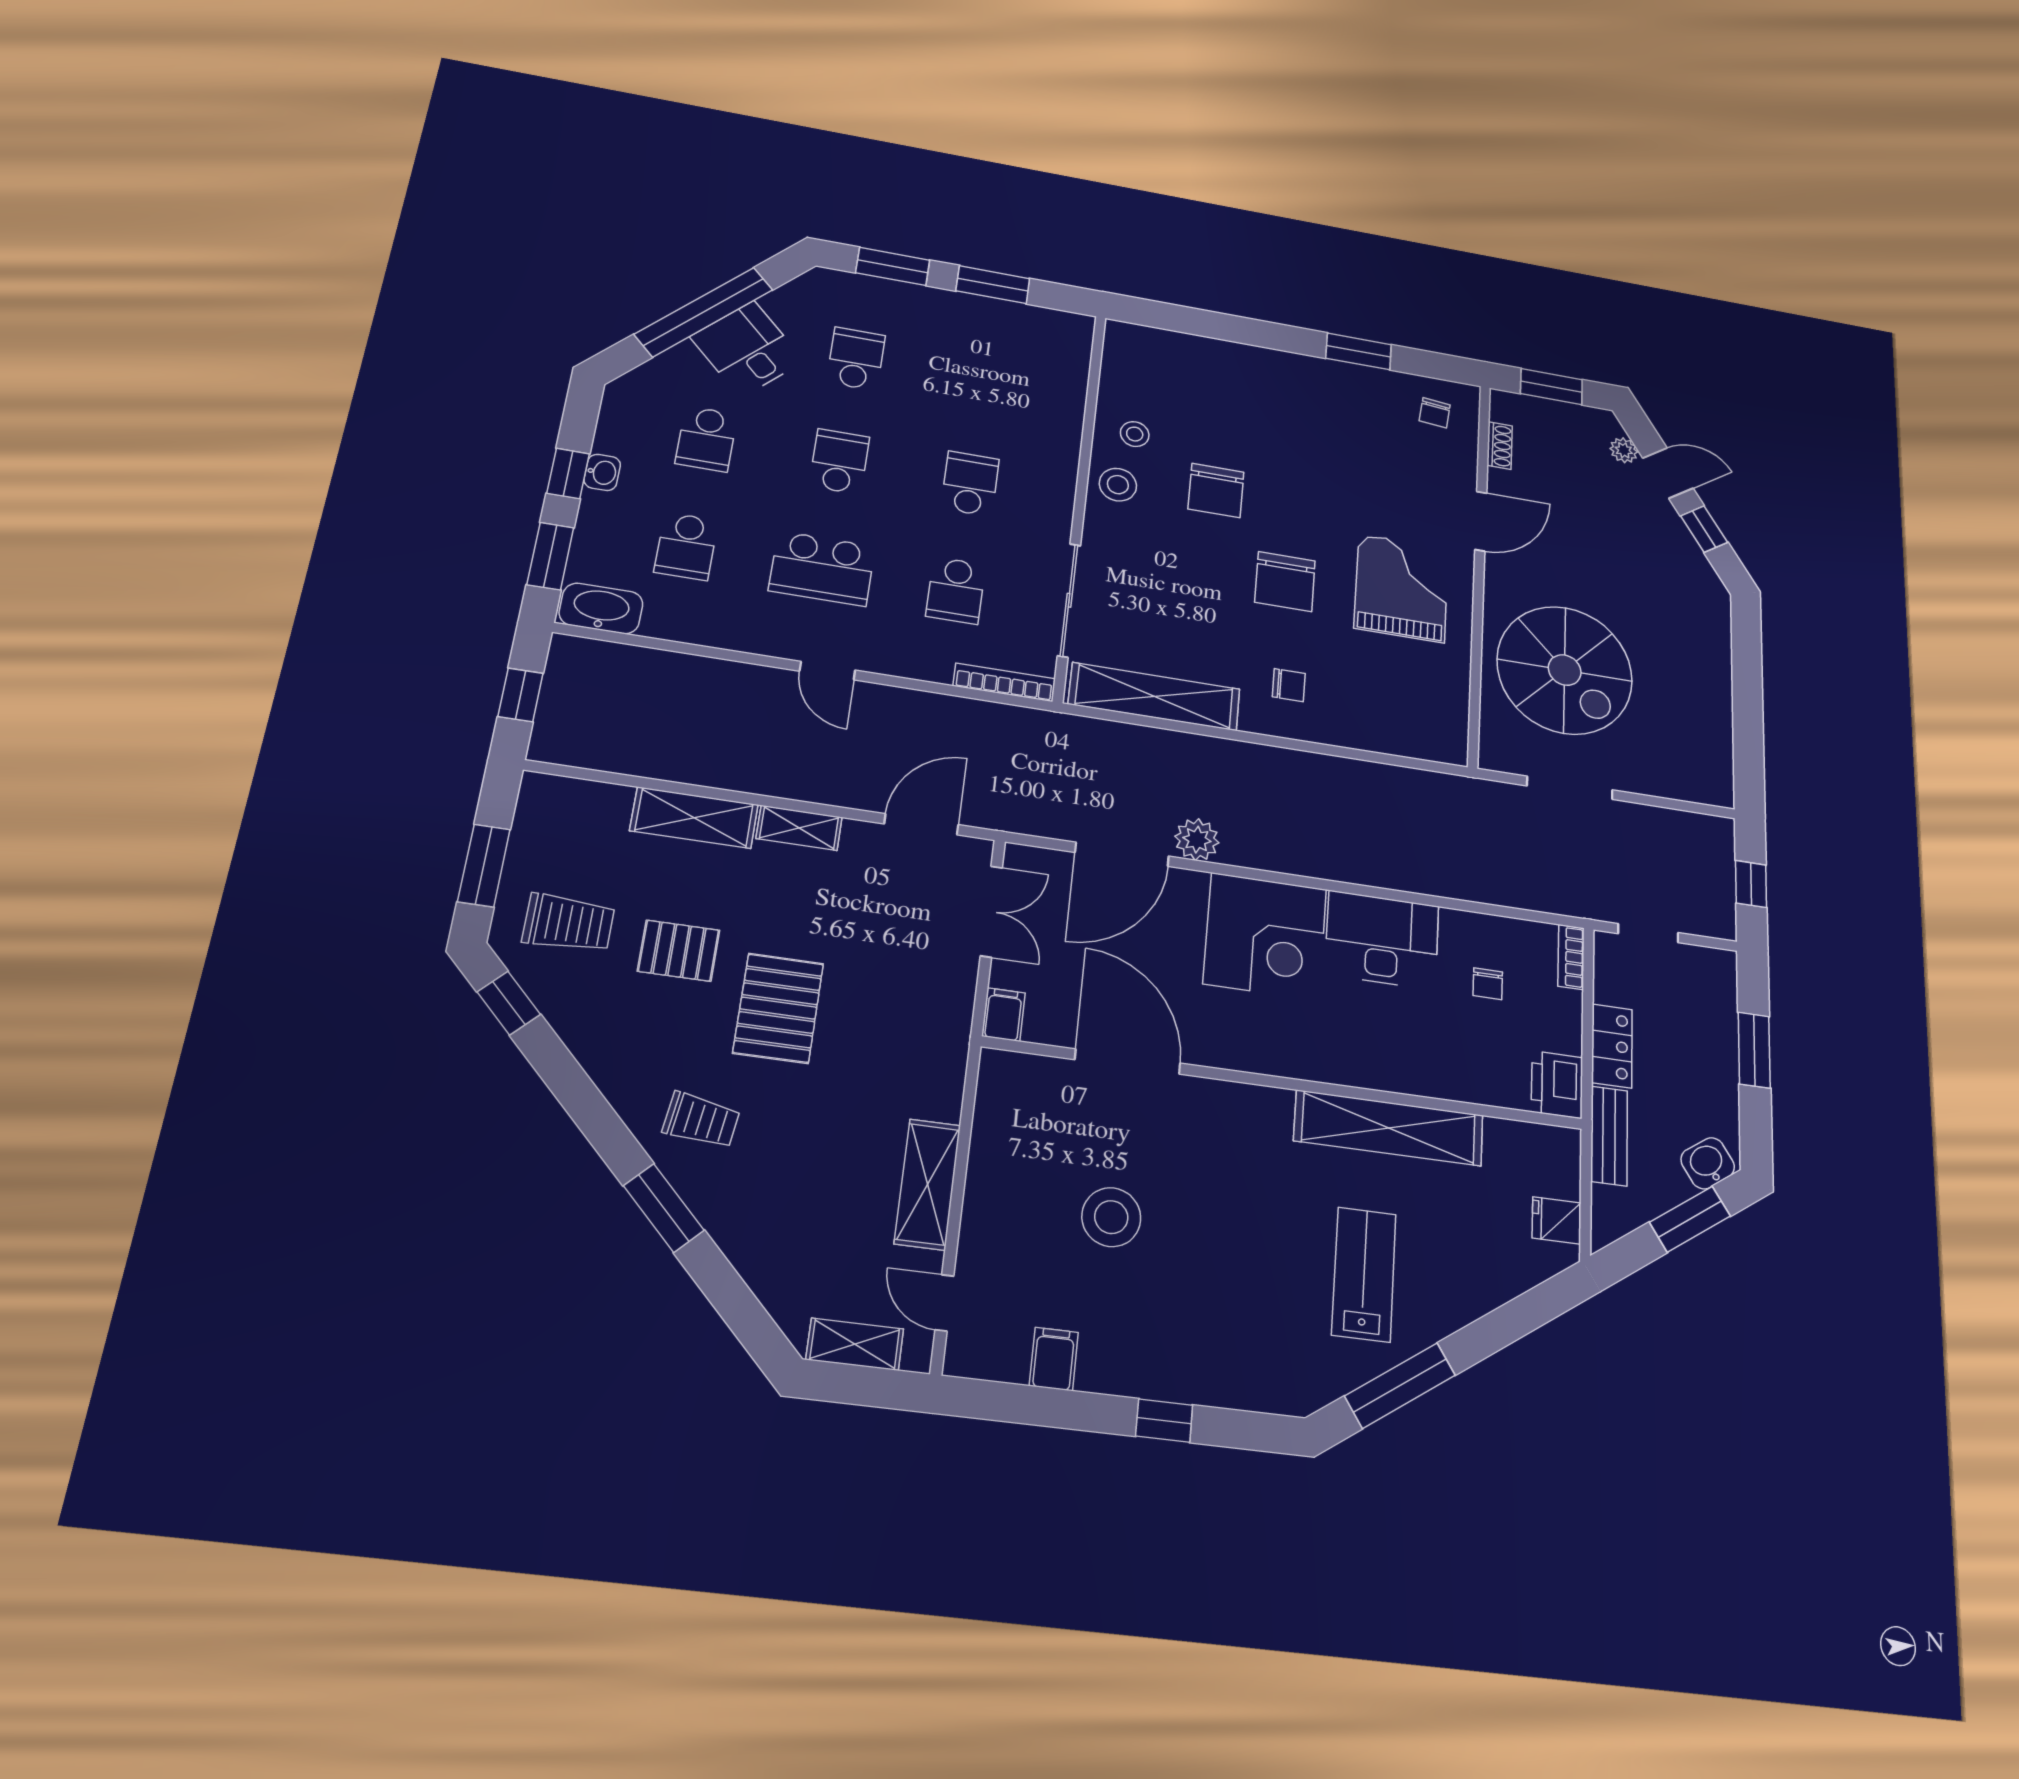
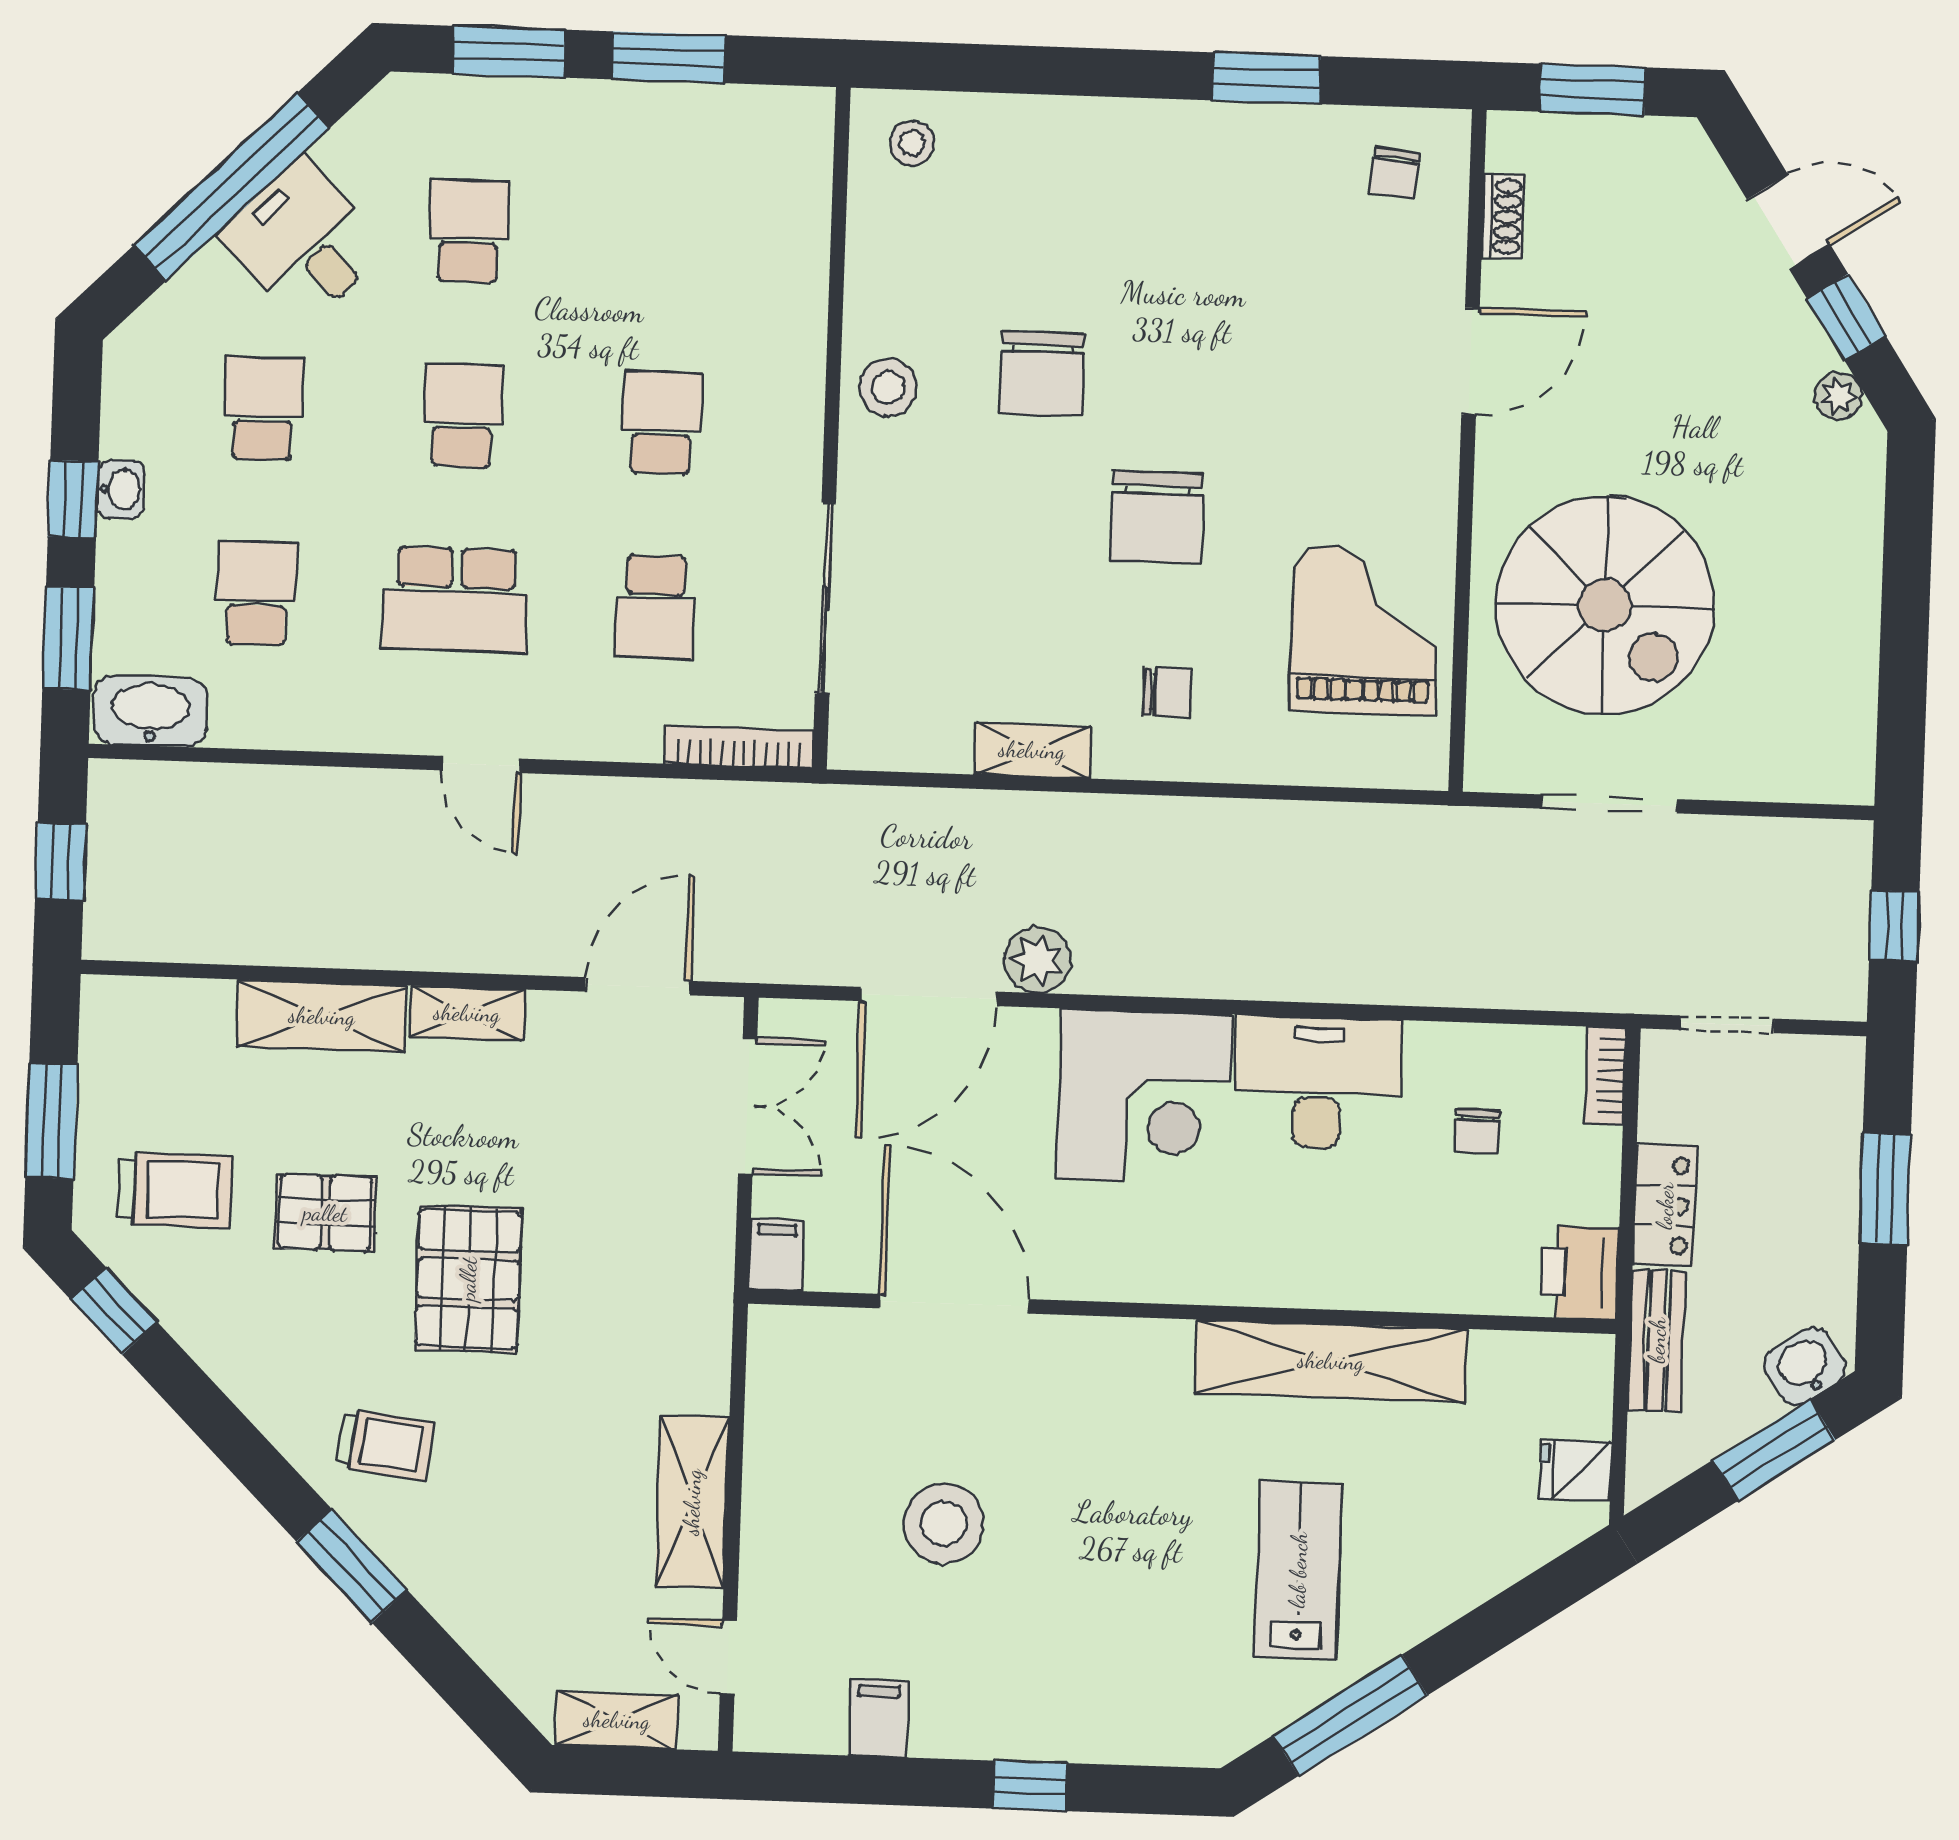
stool: (1135, 434) -> (912, 143), moved
school desk: (706, 439) -> (263, 408), turned 180
plant: (1624, 450) -> (1838, 396), moved
school desk: (686, 546) -> (257, 593), turned 180
grand piano: (1401, 588) -> (1365, 630), moved
shelving: (1154, 697) -> (1032, 750), width x0.45, depth x0.75

